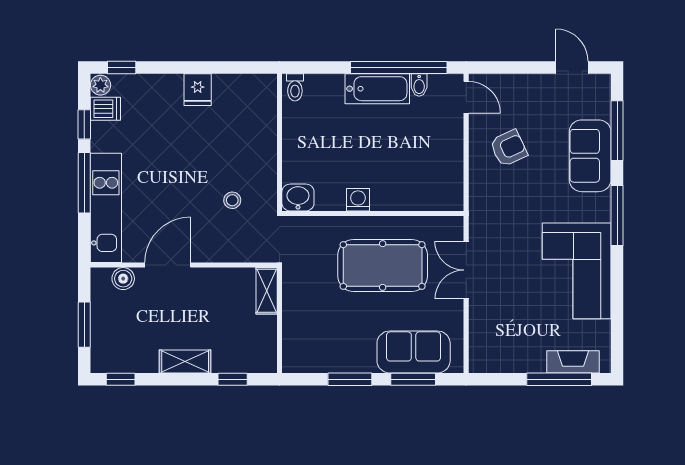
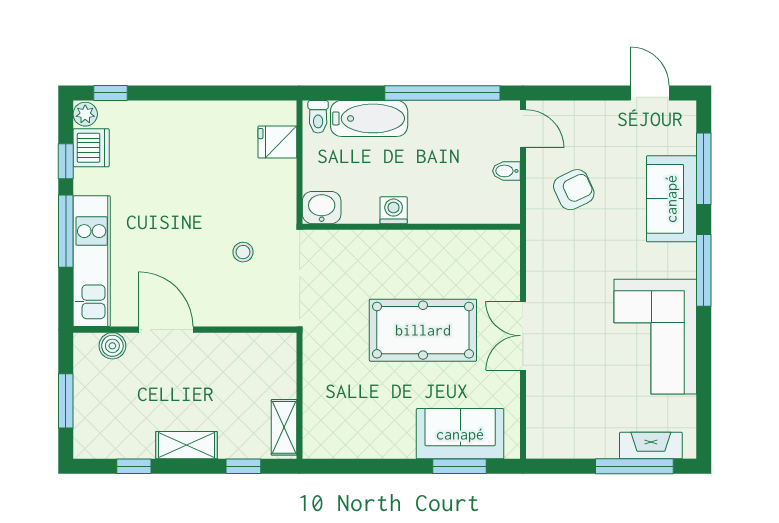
bidet: (419, 85) -> (506, 171), moved, turned 90
bathtub: (377, 89) -> (369, 118), moved
fridge: (198, 90) -> (277, 142), moved, turned 90
dishwasher: (105, 109) -> (91, 148), width x1.38
washbasin: (298, 197) -> (322, 208), moved
washing machine: (358, 200) -> (394, 210), moved
wall: (373, 213) -> (411, 227), moved
door: (168, 265) -> (166, 330), hinge flipped
shelving: (267, 291) -> (284, 427), moved
window: (121, 379) -> (134, 466), moved
window: (350, 379) -> (384, 466), removed

